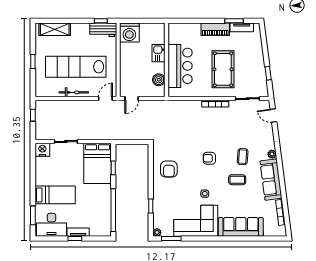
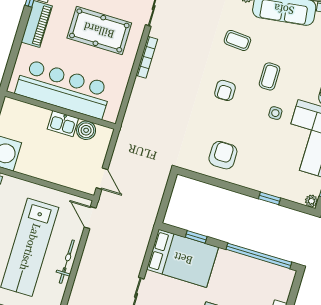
kitchen sink: (158, 53) -> (63, 124), moved
bar counter: (180, 66) -> (63, 89), width x1.36
armchair: (169, 169) -> (223, 155), turned -90
coffee table: (237, 180) -> (269, 76), moved

